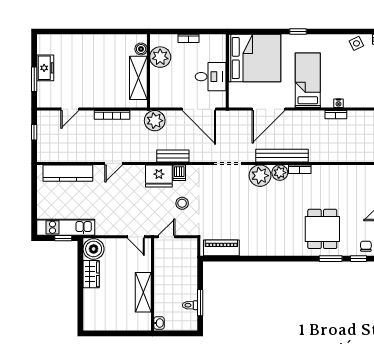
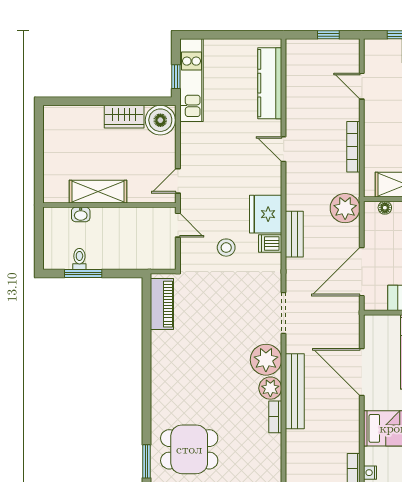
floor lamp: (154, 93) -> (385, 208), added
washbasin: (159, 323) -> (81, 214), moved

